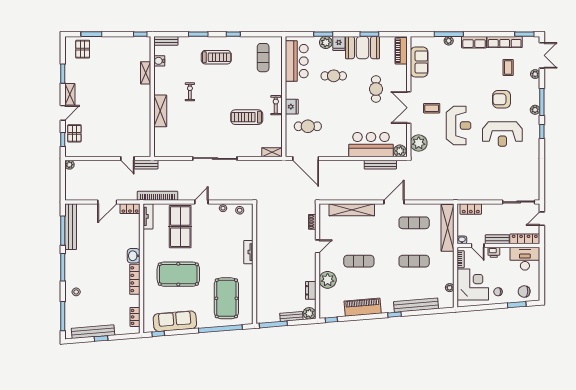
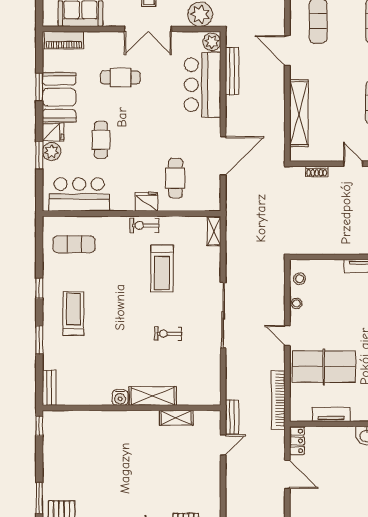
water cooler: (159, 61) -> (120, 398), moved
shelving: (146, 73) -> (176, 418), moved
exercise bike: (190, 92) -> (168, 334), moved
door: (306, 158) -> (223, 156), moved
tv unit: (148, 216) -> (331, 414), moved

